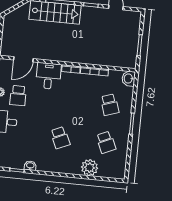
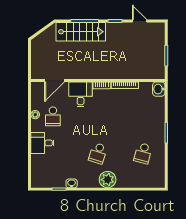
school desk: (110, 105) -> (143, 116), removed
school desk: (60, 138) -> (98, 153), turned 42
school desk: (106, 142) -> (143, 153), turned 39
plant: (90, 168) -> (108, 180), moved

